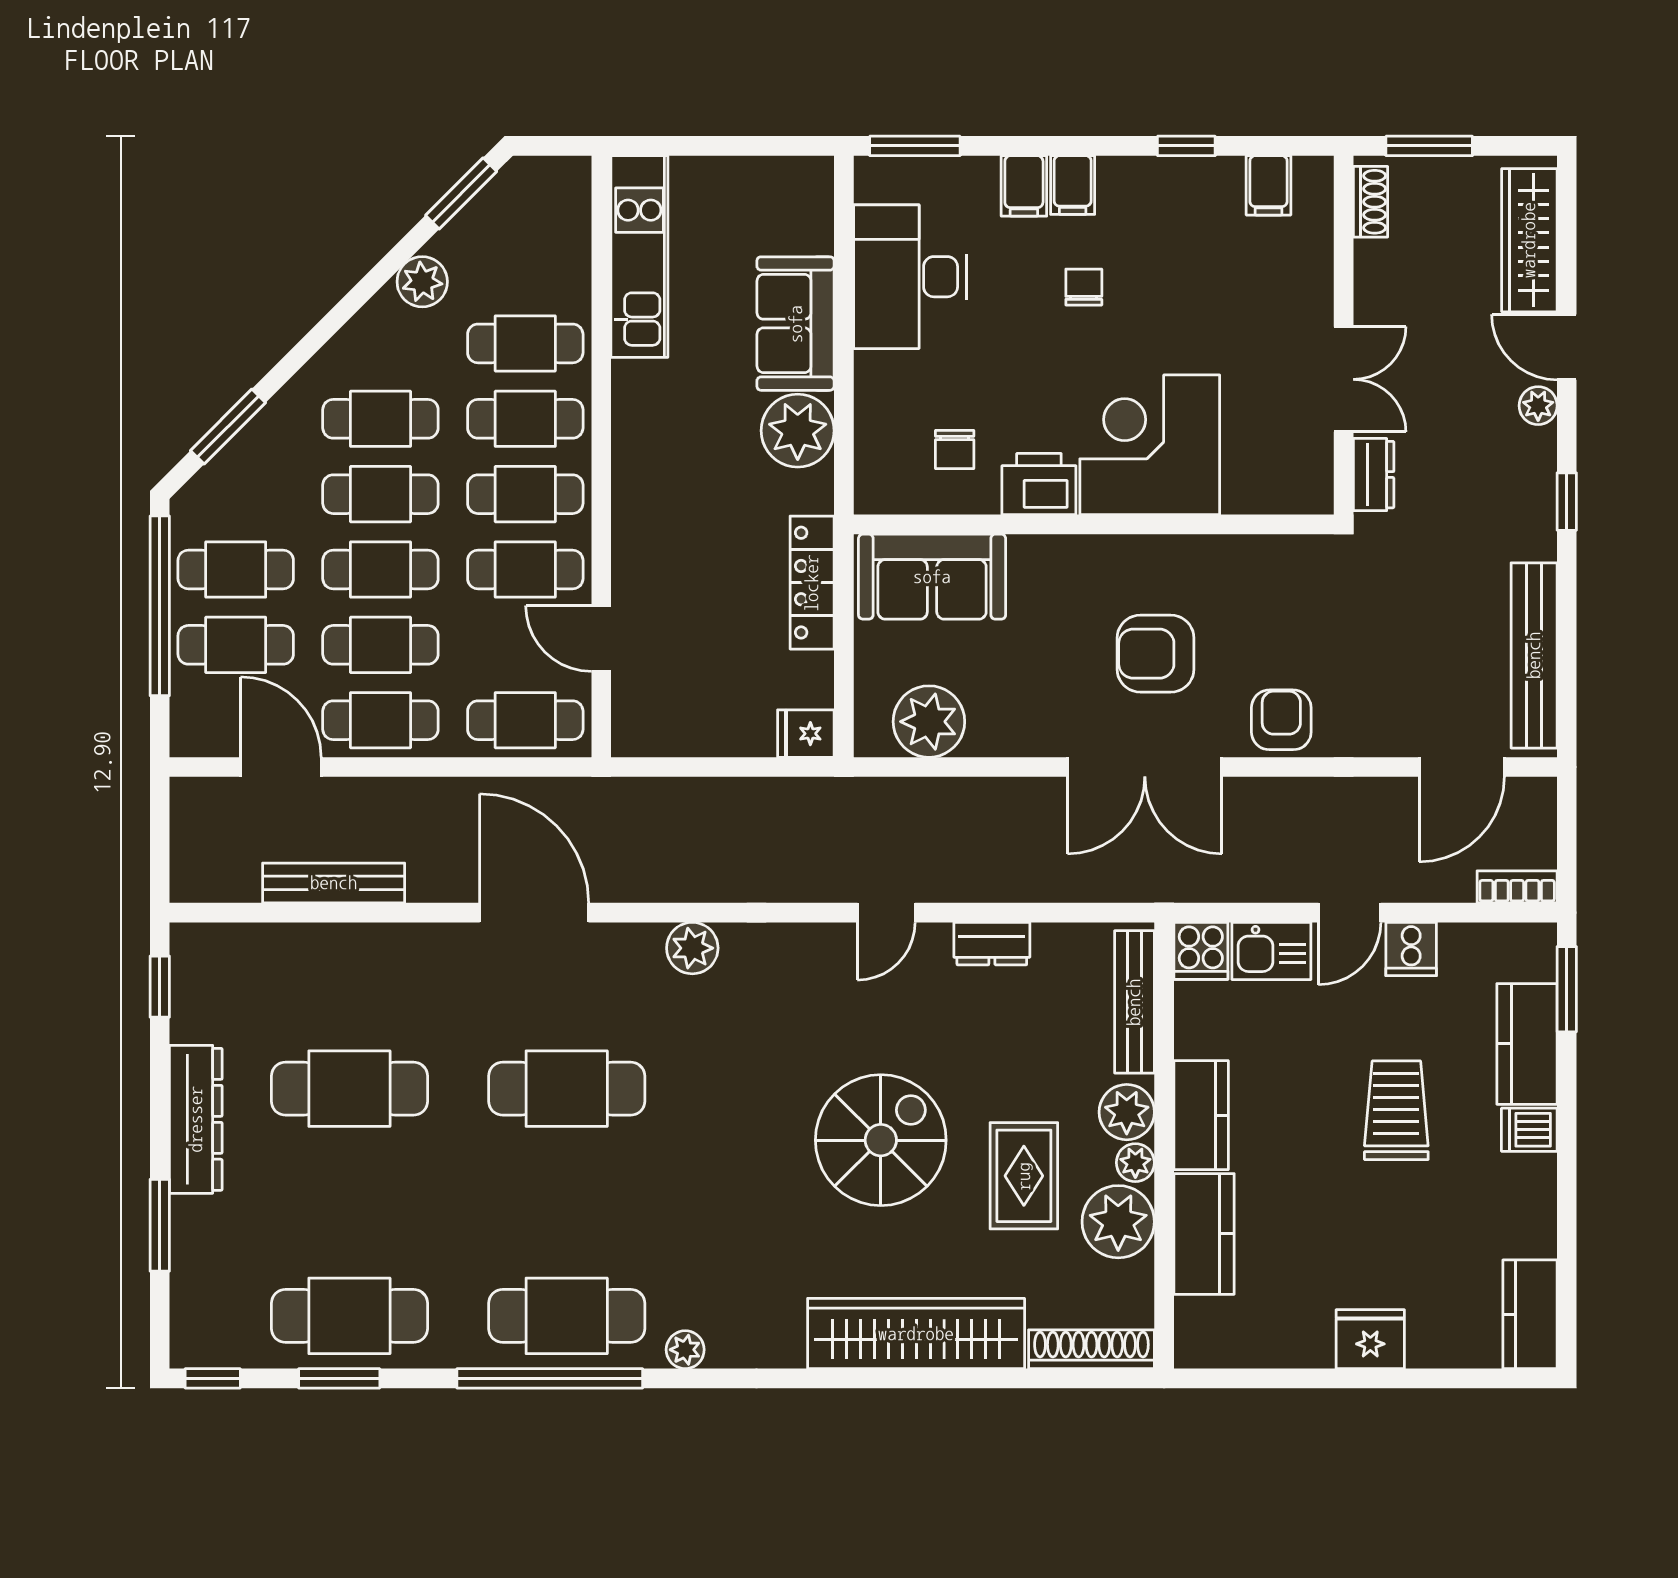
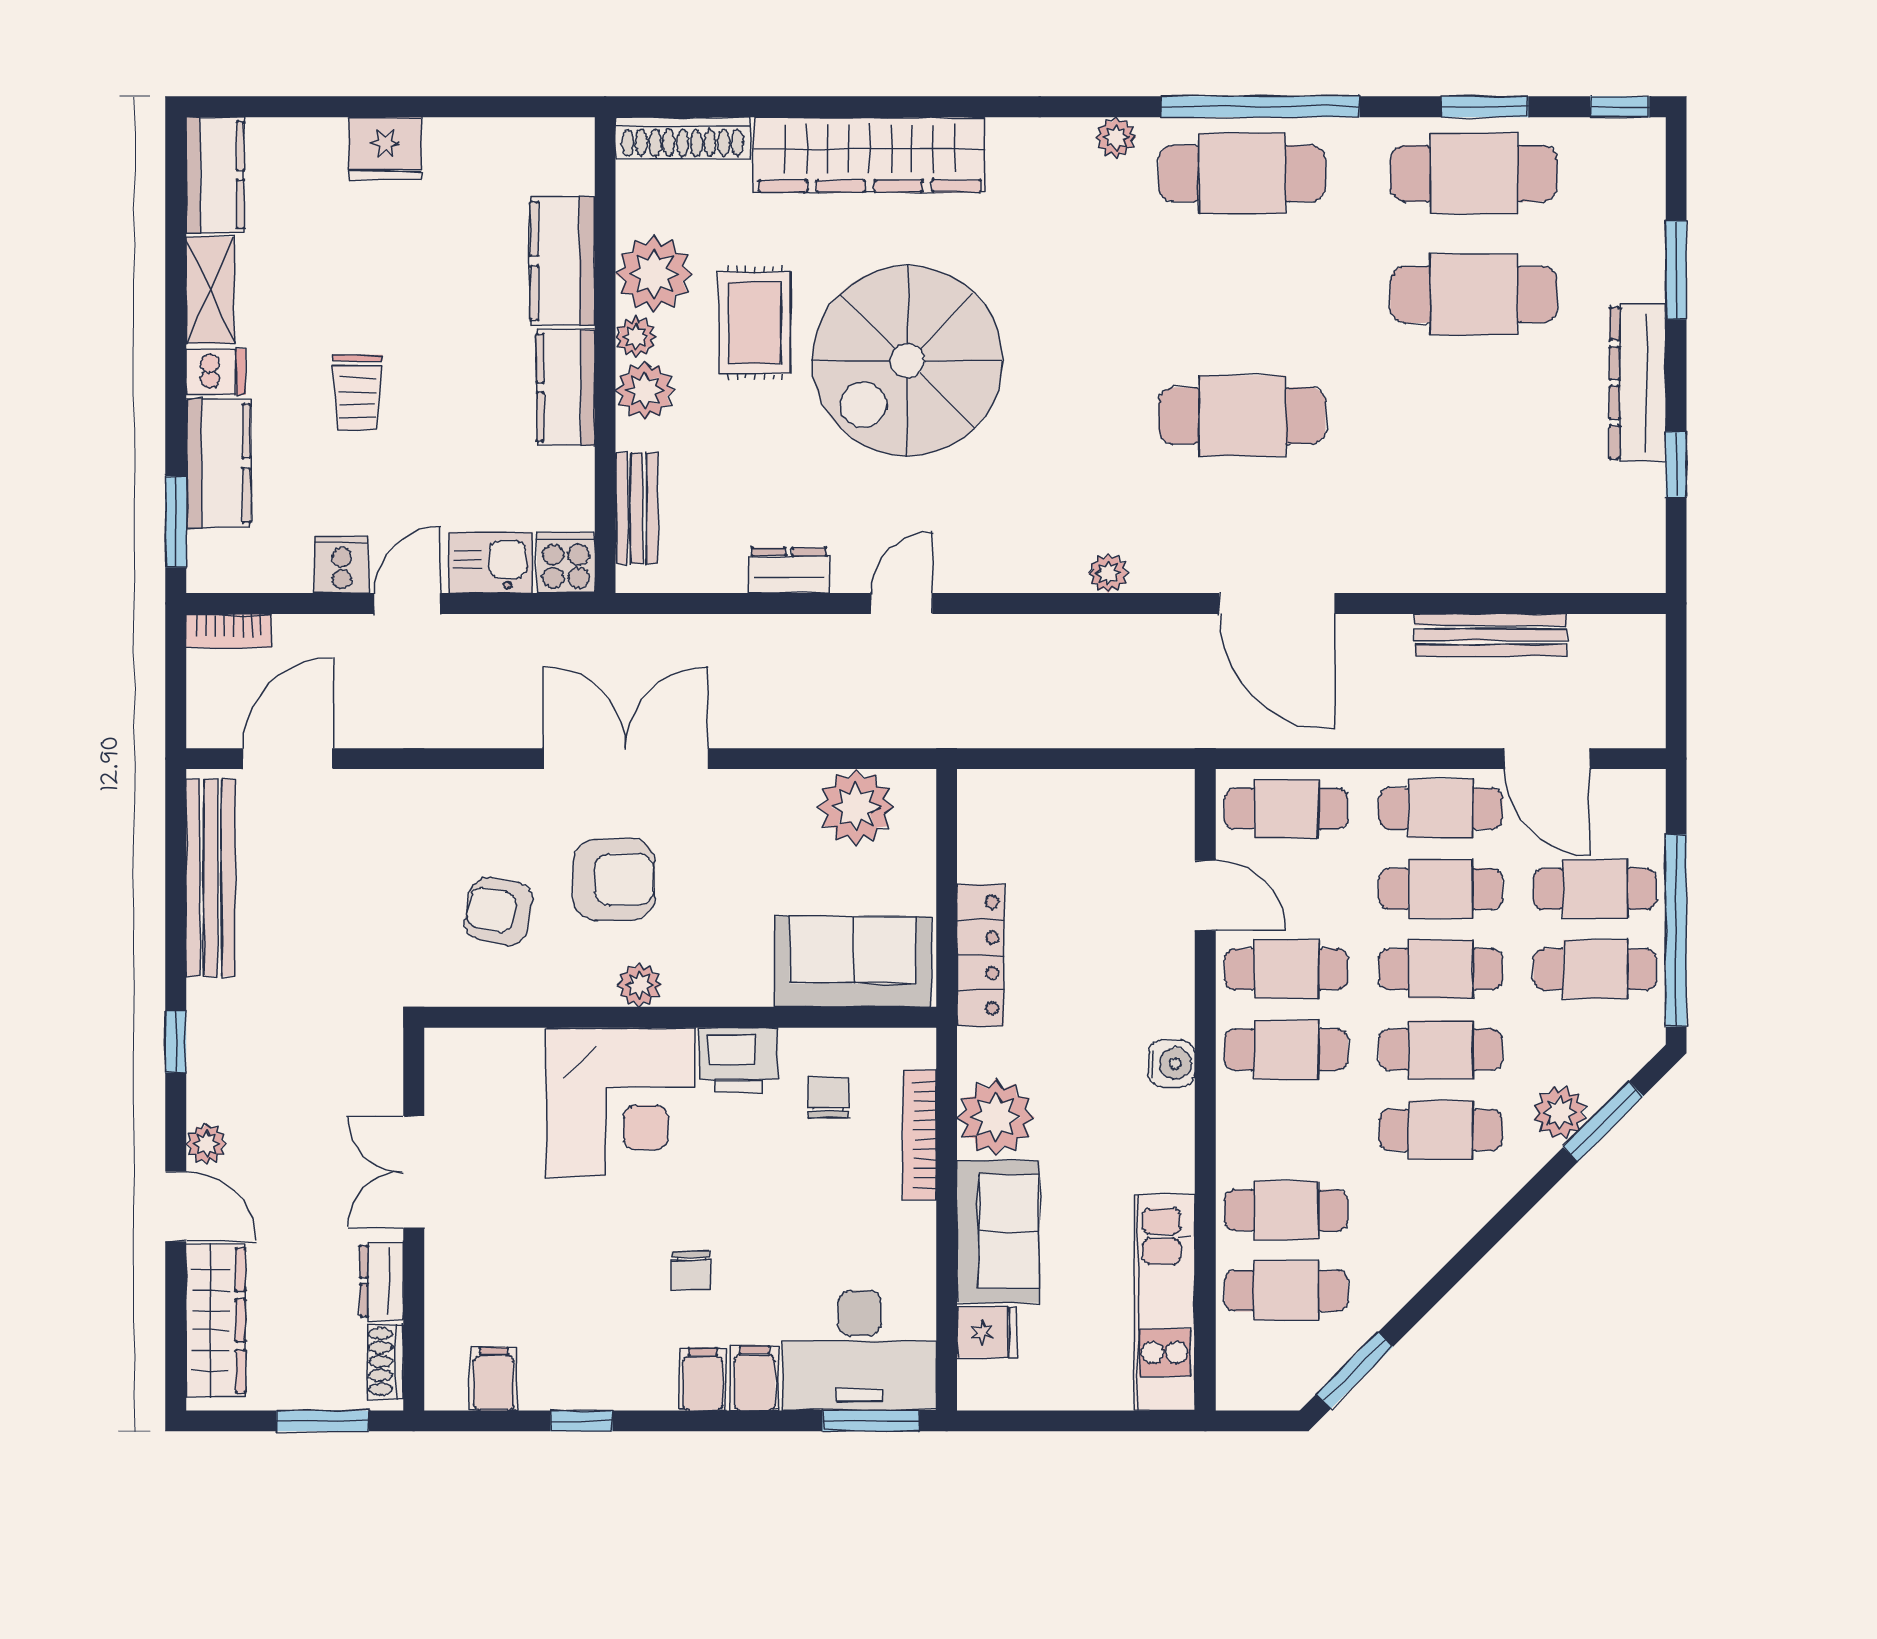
desk: (910, 277) -> (860, 1350), moved, turned 90
plant: (422, 282) -> (1560, 1112), moved
bookcase: (869, 414) -> (920, 1135), added
cafe table: (525, 419) -> (1286, 1291), moved
dresser: (1374, 475) -> (382, 1281), moved
water cooler: (633, 481) -> (1172, 1063), added
plant: (1132, 555) -> (639, 985), added
armchair: (1281, 720) -> (499, 911), moved, turned 101
fridge: (806, 734) -> (987, 1332), moved
plant: (692, 948) -> (1108, 573), width x0.73, depth x0.73
window: (160, 987) -> (1676, 464), moved
bench: (1134, 1002) -> (637, 508), width x0.73
cafe table: (349, 1089) -> (1474, 295), moved
trolley: (1396, 1110) -> (357, 393), width x0.73, depth x0.72
spiral stairs: (881, 1140) -> (907, 361), width x1.37, depth x1.37
shelving: (1535, 1206) -> (210, 290), added

